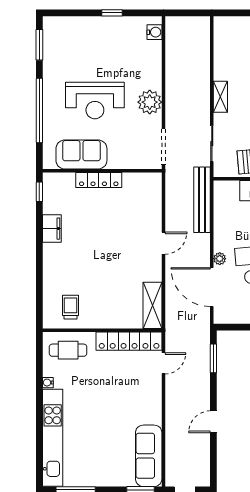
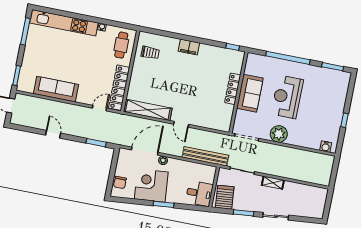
sofa: (81, 155) -> (250, 93), moved
filing cabinet: (52, 229) -> (189, 47), moved
shelving: (153, 305) -> (148, 110), width x1.47
door: (163, 363) -> (99, 108), swing flipped
sofa: (149, 456) -> (56, 89), moved

